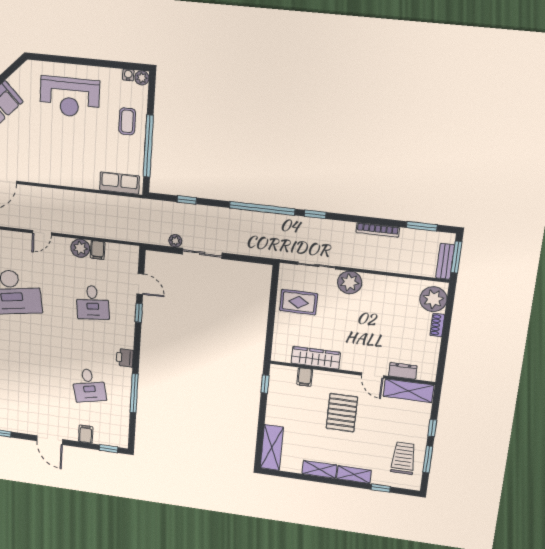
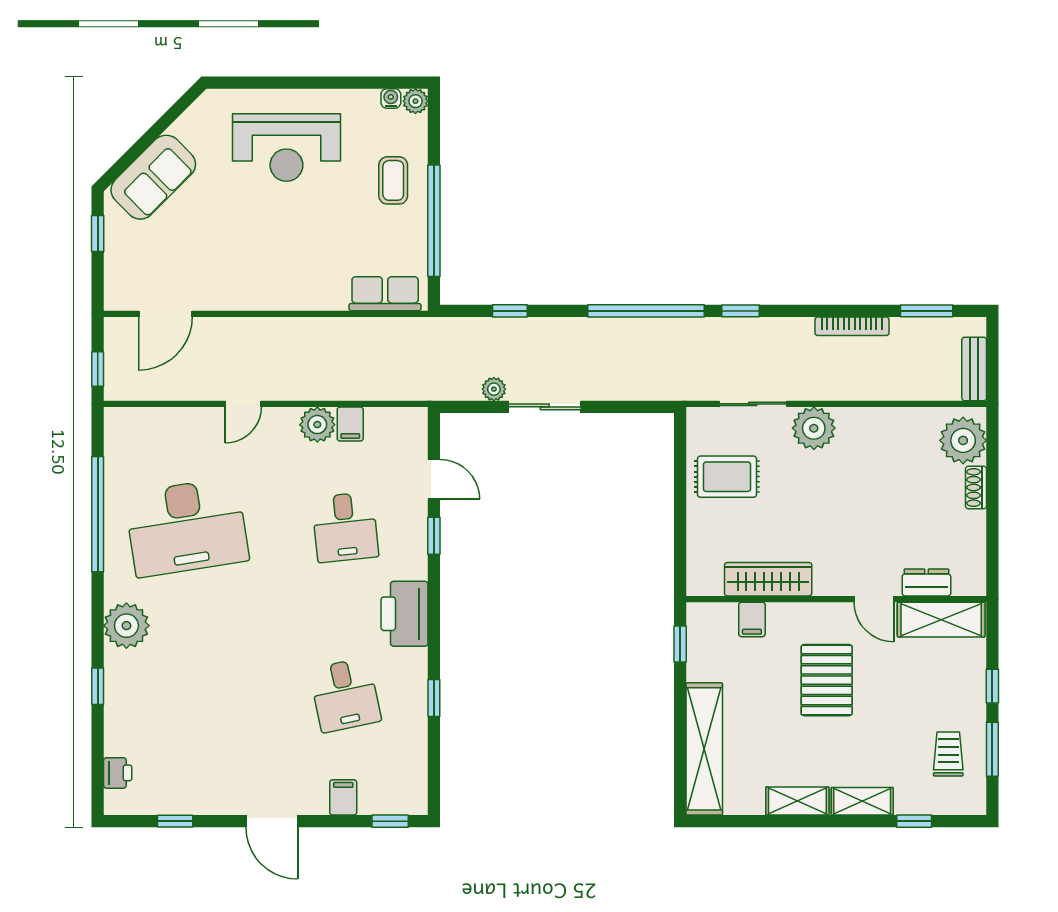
window: (456, 257) -> (992, 359), removed
printer: (125, 358) -> (405, 614), width x1.87, depth x1.48
window: (134, 393) -> (434, 698), width x0.46
shelving: (272, 447) -> (704, 749), width x1.47
trolley: (403, 458) -> (948, 754), width x0.73, depth x0.72

